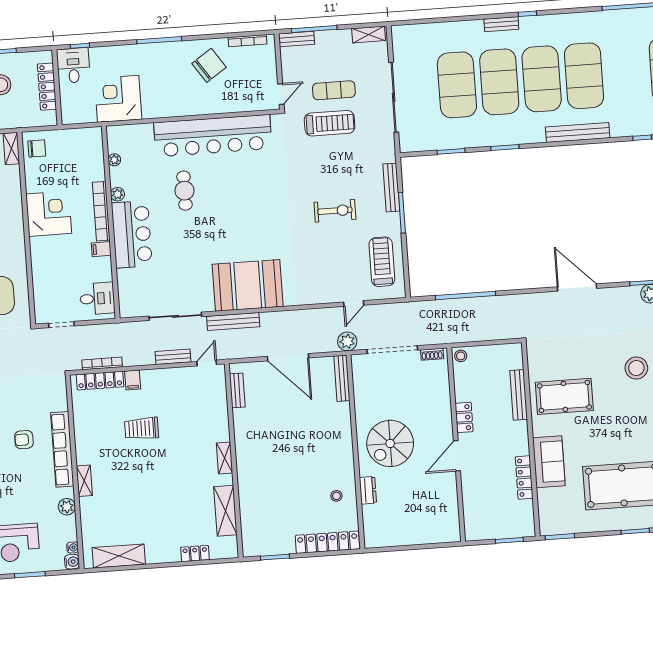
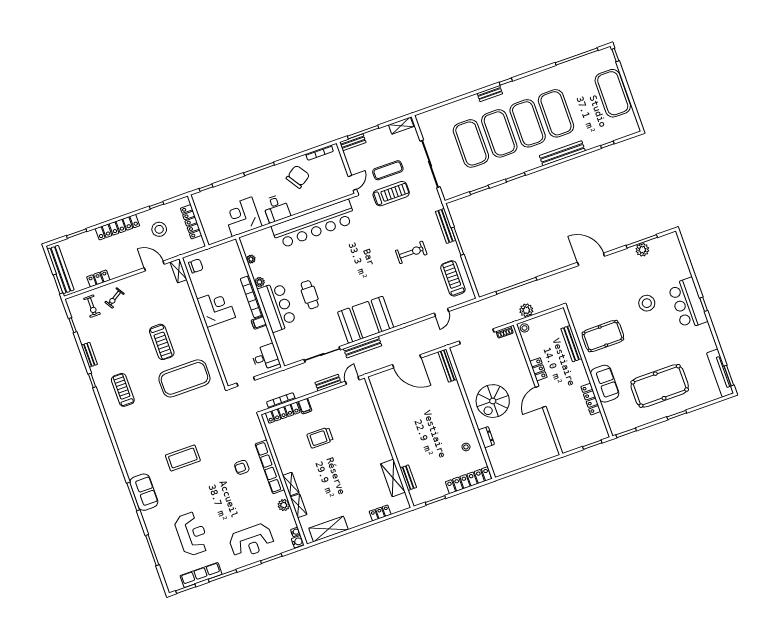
desk: (73, 65) -> (276, 208), moved, turned 180
cafe table: (185, 191) -> (310, 295), moved
plant: (347, 341) -> (526, 310), moved
bench: (237, 390) -> (408, 478), moved
shelving: (225, 458) -> (299, 506), moved

